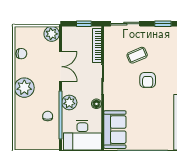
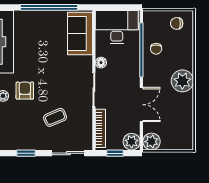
chair: (21, 54) -> (177, 23), moved
double door: (61, 67) -> (141, 105), swing flipped
armchair: (148, 80) -> (25, 91), moved
plant: (69, 102) -> (132, 142), moved

